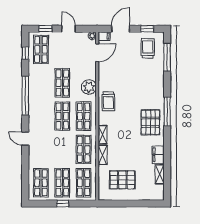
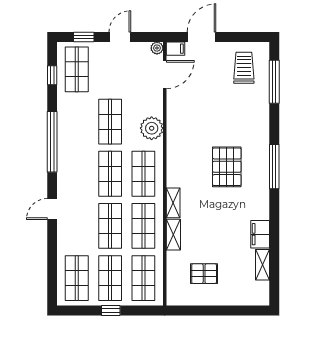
door: (69, 29) -> (120, 37), hinge flipped
window: (147, 29) -> (243, 37), removed
trolley: (108, 101) -> (182, 151), removed
pallet: (150, 122) -> (227, 167), moved
door: (25, 139) -> (52, 209), hinge flipped
shop shelf: (62, 149) -> (110, 226), added
pallet: (122, 180) -> (204, 274), width x0.67, depth x0.71

